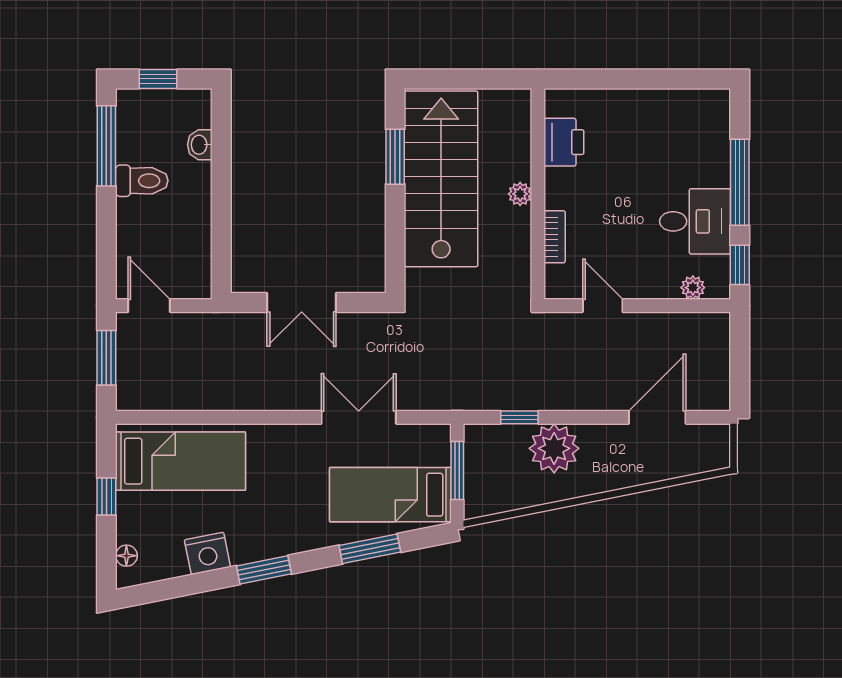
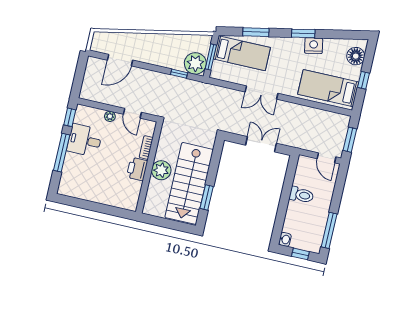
printer: (564, 142) -> (137, 169), moved
washbasin: (200, 145) -> (285, 239), moved
toilet: (142, 181) -> (301, 195), moved, turned 180
plant: (520, 194) -> (161, 170), width x1.88, depth x1.88
plant: (693, 288) -> (110, 116), moved
double door: (359, 417) -> (262, 93), moved
plant: (554, 448) -> (195, 63), moved
nightstand: (207, 553) -> (314, 46), moved
floor lamp: (126, 556) -> (356, 56), width x1.89, depth x1.89

